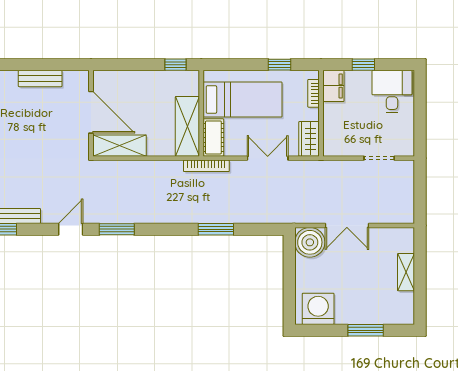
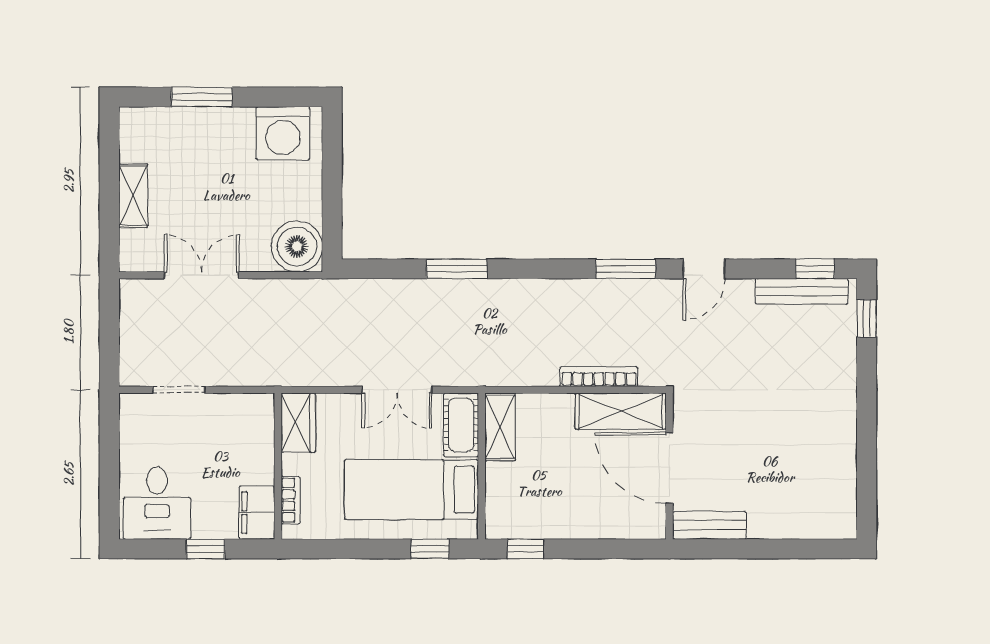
window: (280, 65) -> (430, 549), moved
bench: (40, 79) -> (709, 525), moved
shelving: (187, 126) -> (500, 427), width x0.67, depth x0.75
double door: (268, 158) -> (397, 390), moved
bookcase: (206, 166) -> (599, 377), moved
double door: (347, 225) -> (202, 275), moved

